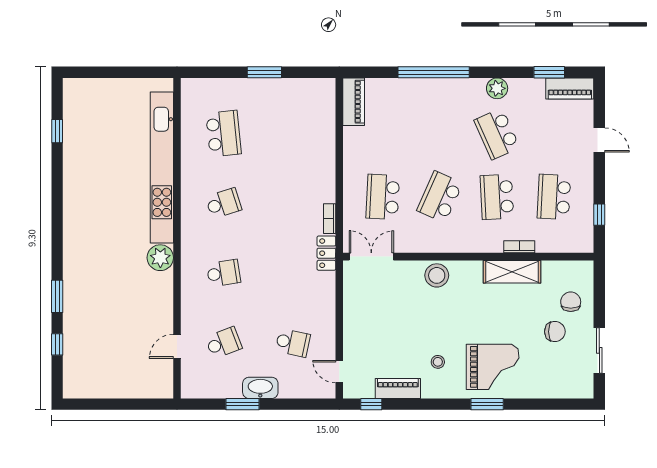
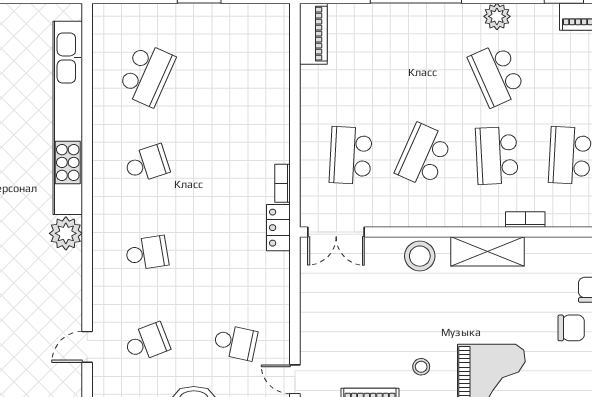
school desk: (224, 134) -> (147, 74), turned 30
double door: (371, 257) -> (336, 232), swing flipped
shelving: (512, 272) -> (488, 251), moved

